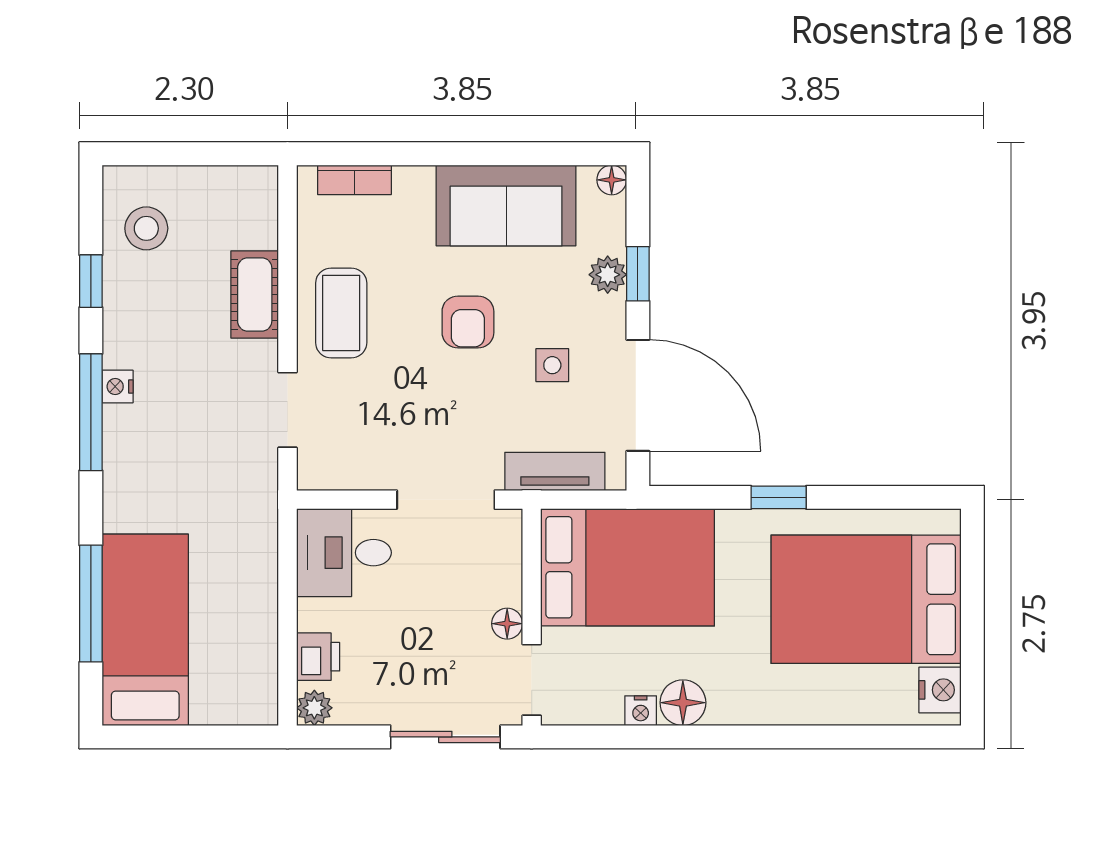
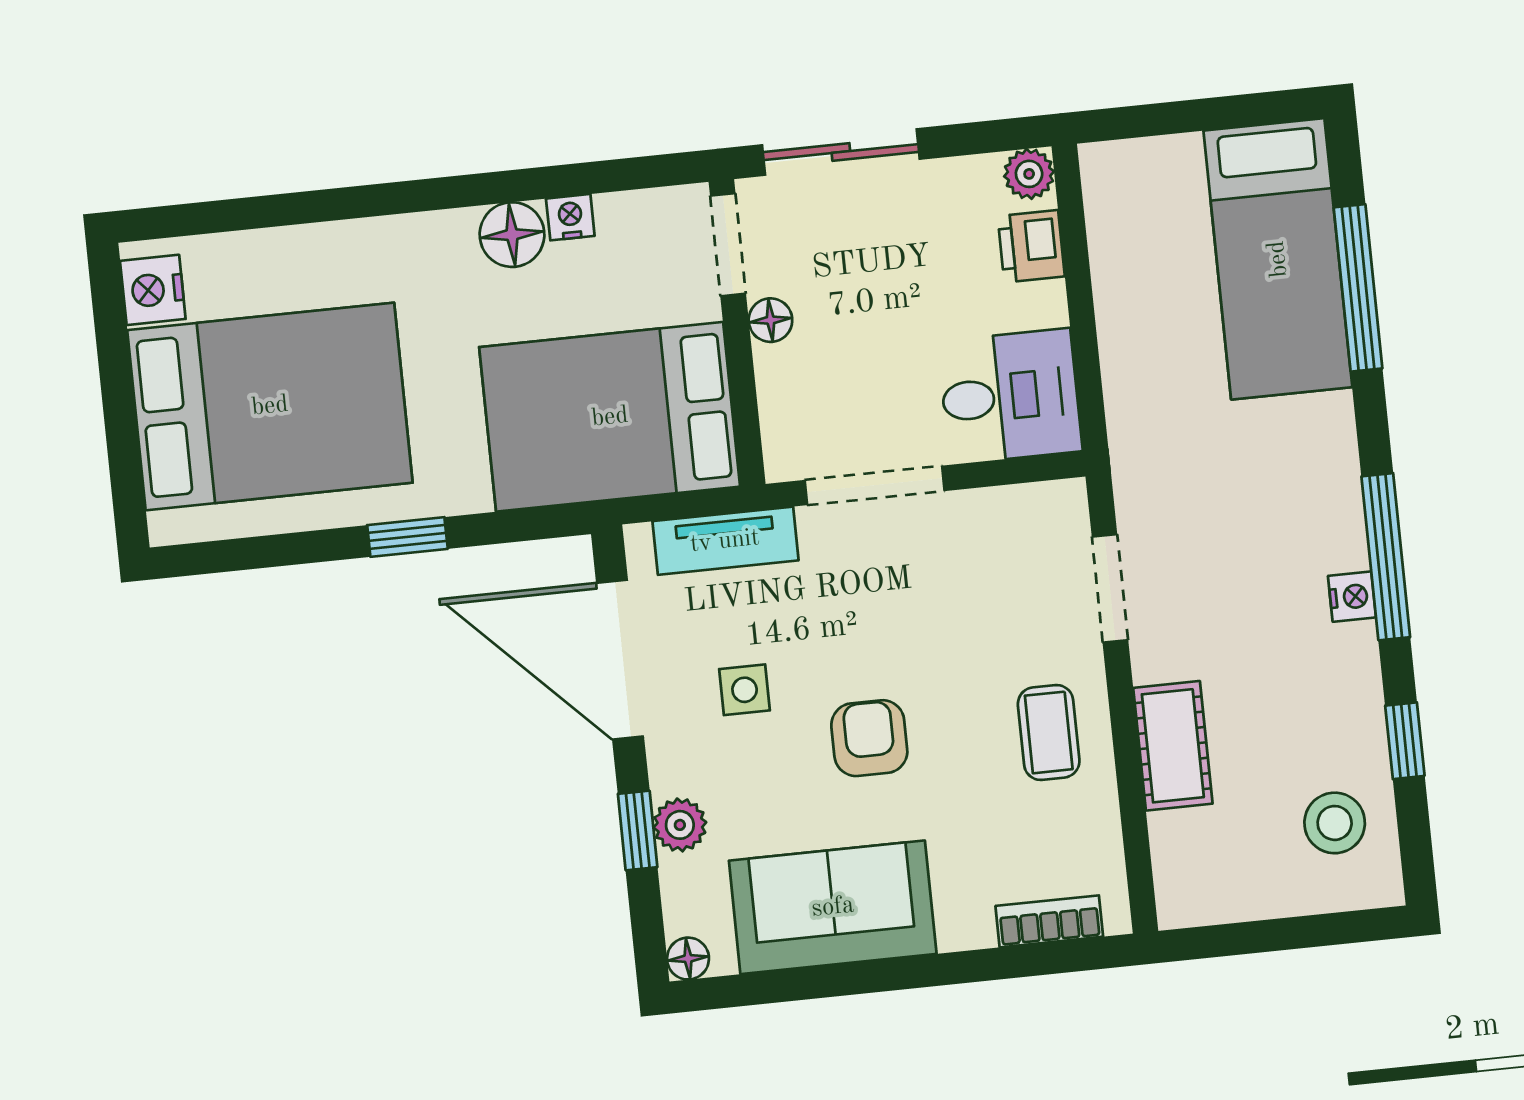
coffee table: (341, 313) -> (1049, 732), width x0.73, depth x0.77

